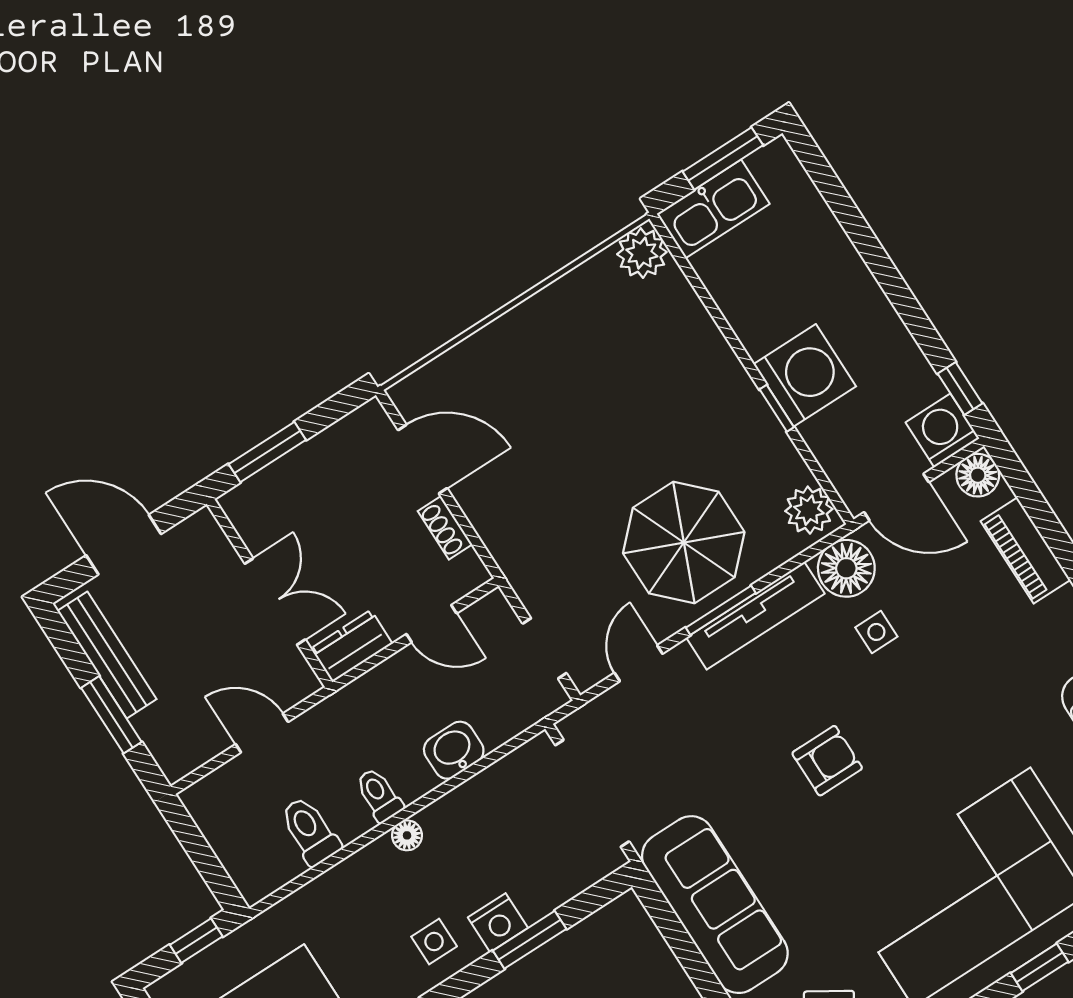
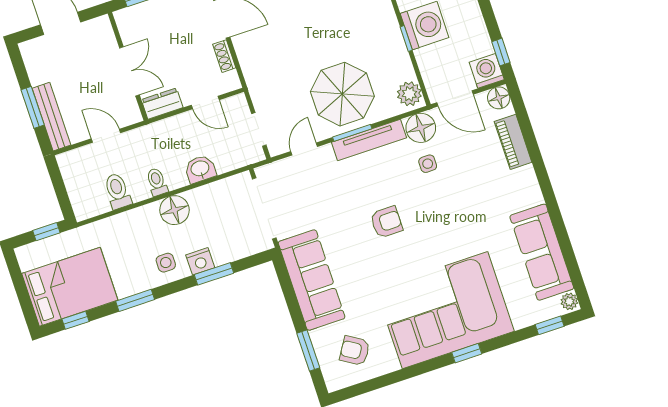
bench: (107, 655) -> (51, 117), moved
floor lamp: (407, 835) -> (174, 210), width x1.89, depth x1.89

